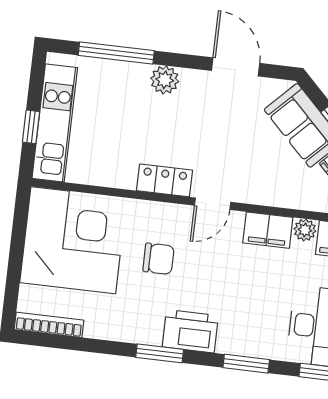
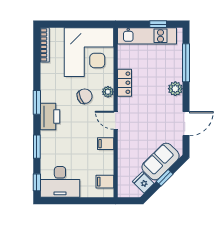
window: (31, 127) -> (158, 24), moved
locker: (164, 180) -> (125, 83), moved
filing cabinet: (268, 230) -> (106, 144), width x0.50
plant: (305, 230) -> (108, 92), moved
chair: (159, 259) -> (85, 96), turned -113

